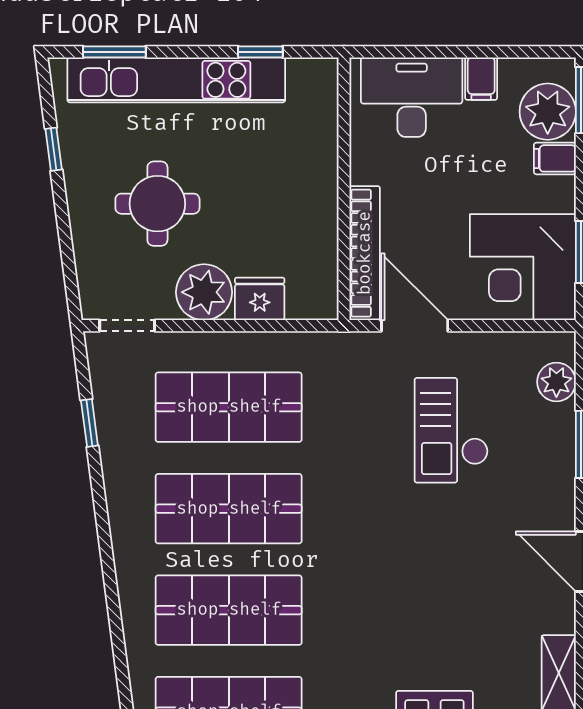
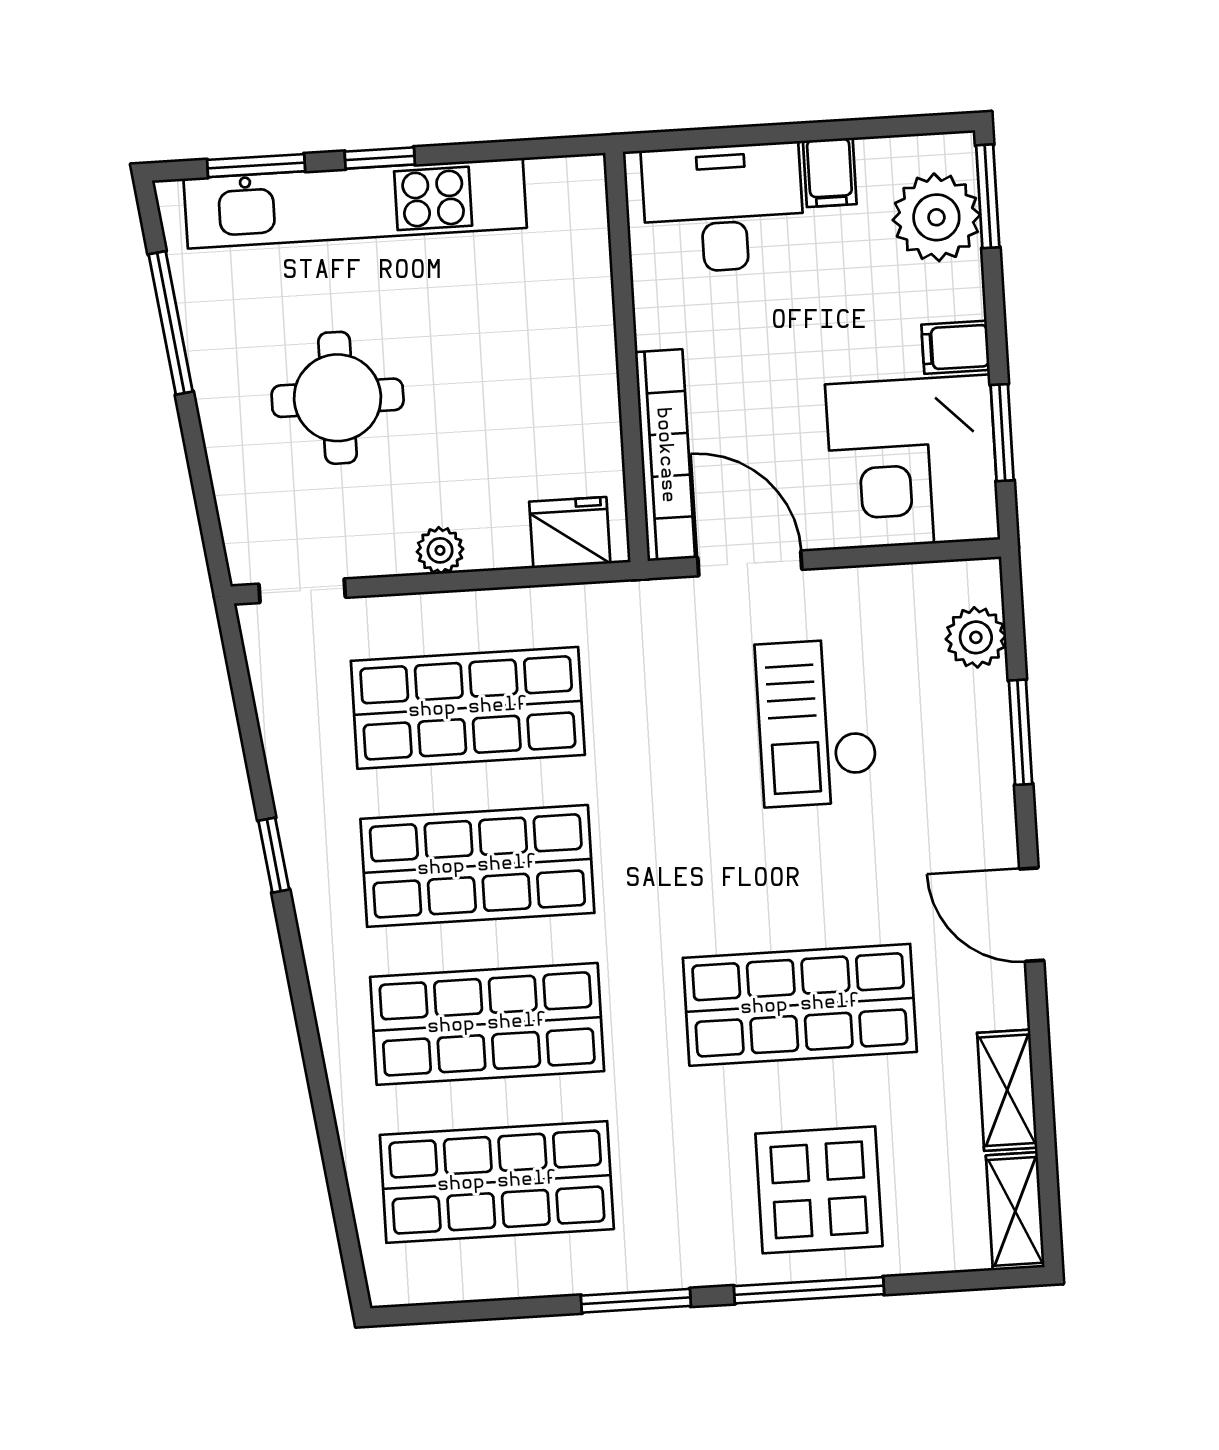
window: (260, 52) -> (380, 158), moved
window: (54, 149) -> (171, 323), width x2.17
filing cabinet: (555, 158) -> (956, 347), moved
plant: (204, 292) -> (440, 550), width x0.53, depth x0.53
fridge: (260, 299) -> (570, 532), moved
window: (89, 423) -> (274, 855), moved
shop shelf: (429, 610) -> (800, 1005), added

